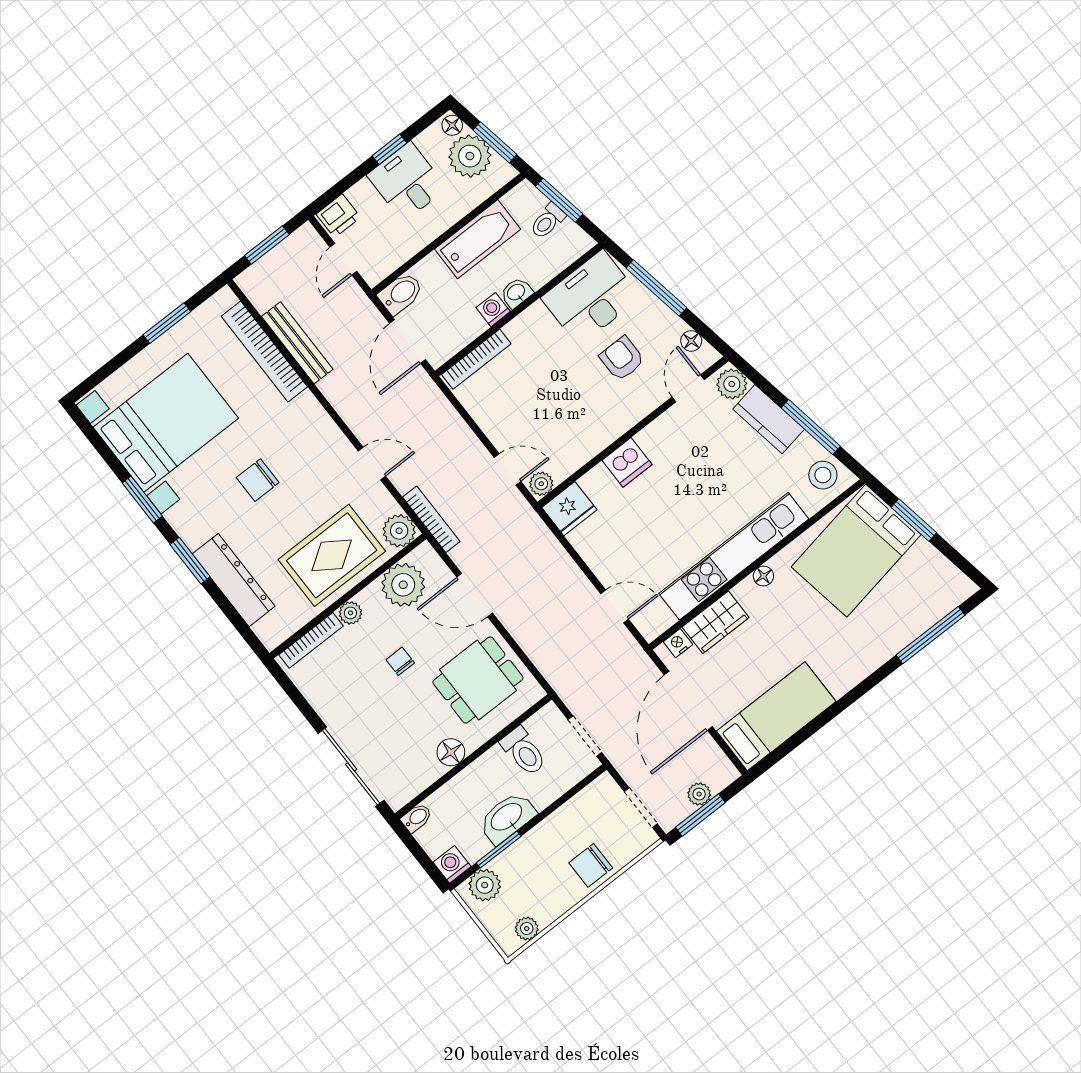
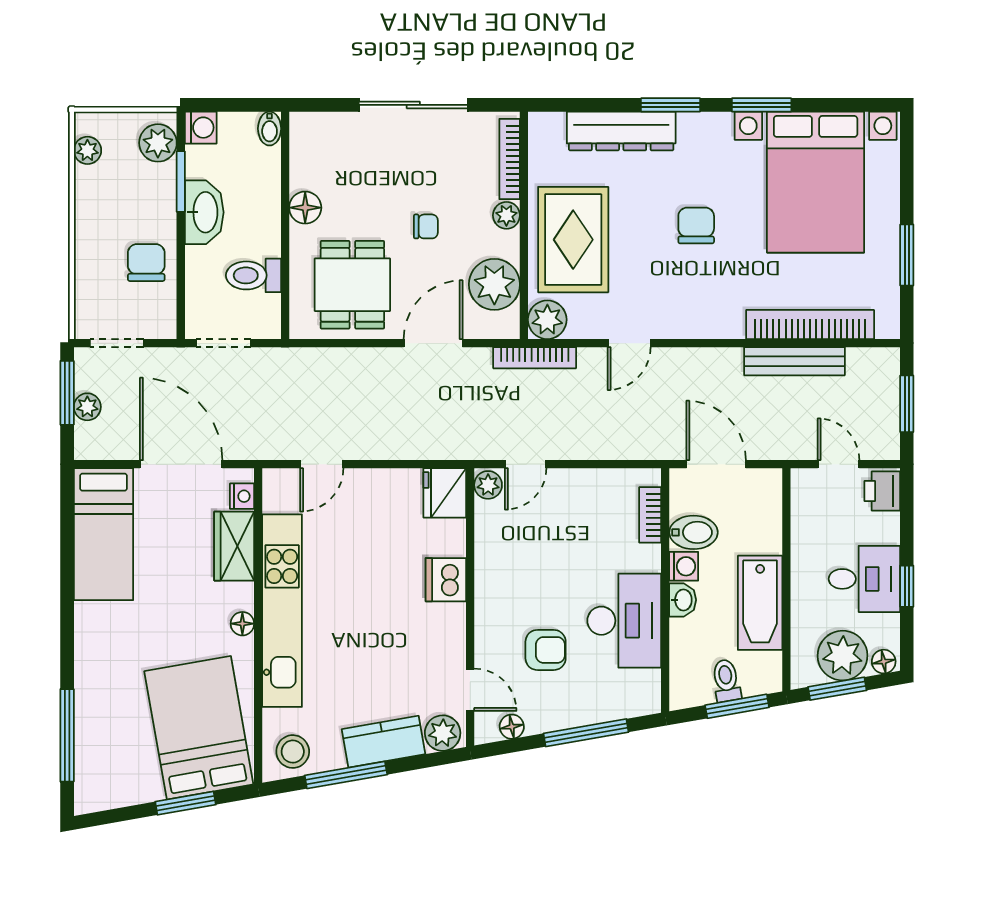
bidet: (401, 293) -> (694, 532), moved, turned -90
desk: (591, 298) -> (624, 621), moved
bookcase: (476, 359) -> (650, 515), width x0.64
sliding door: (351, 767) -> (413, 105), moved
chair: (591, 865) -> (146, 263), moved

